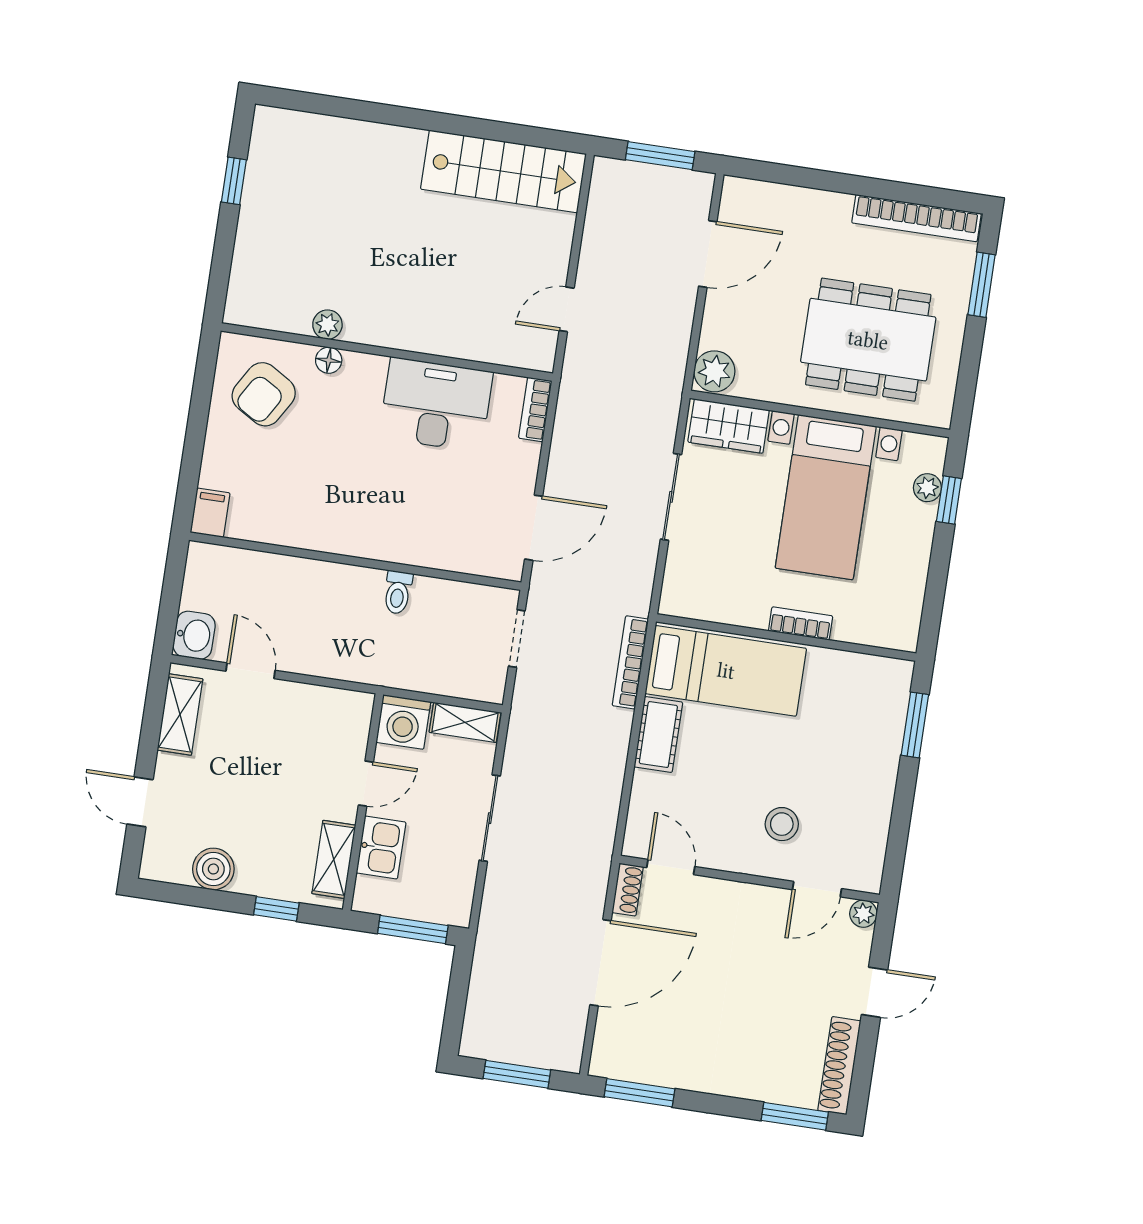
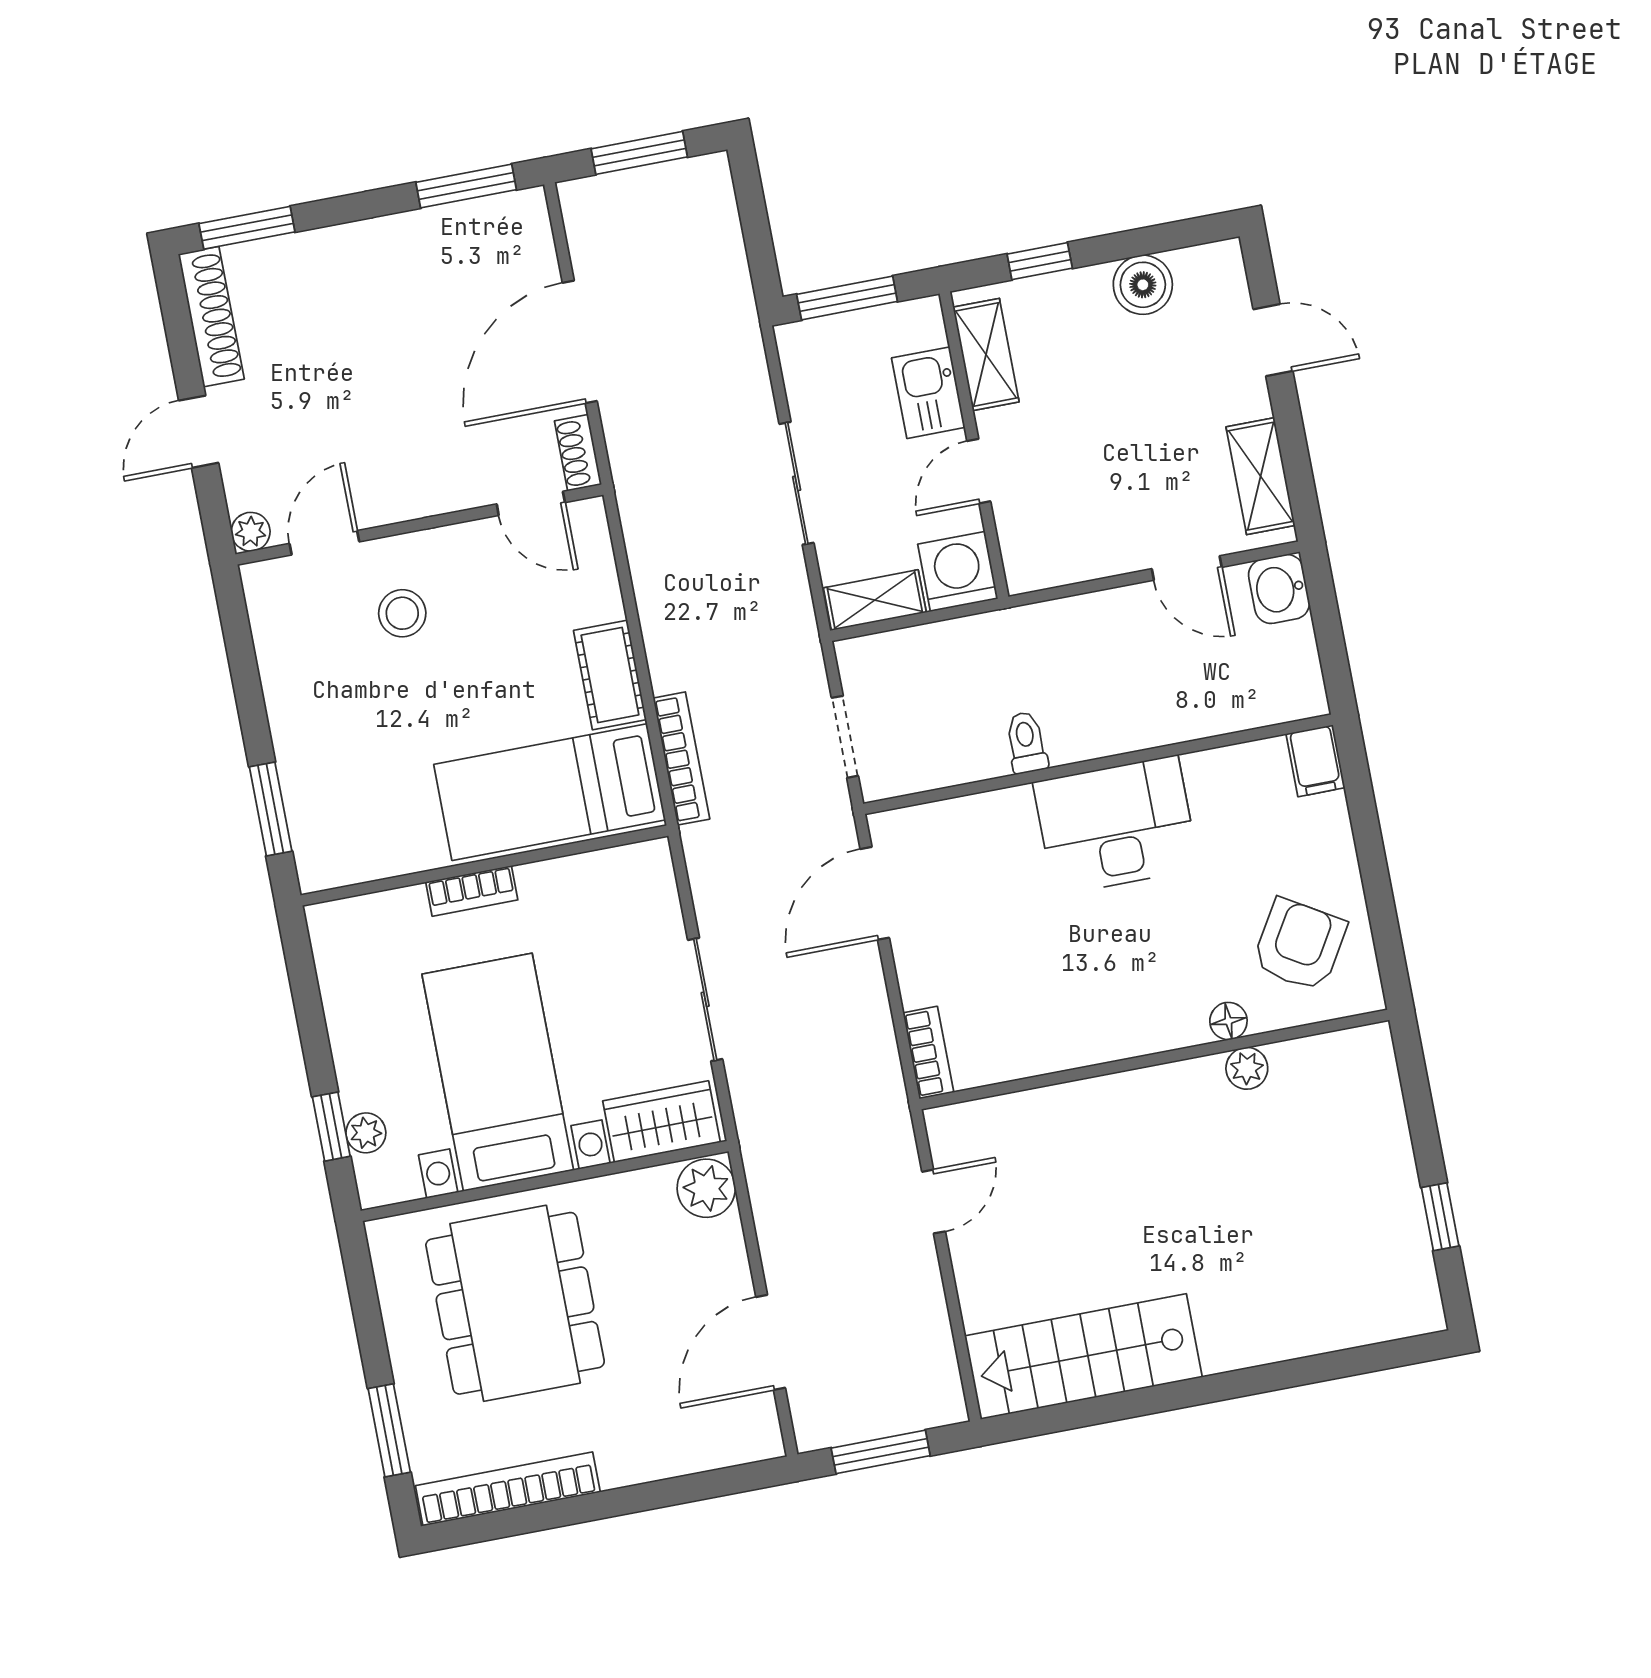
dining table: (868, 340) -> (515, 1303), turned 90
desk: (436, 405) -> (1116, 825), moved, turned 180

